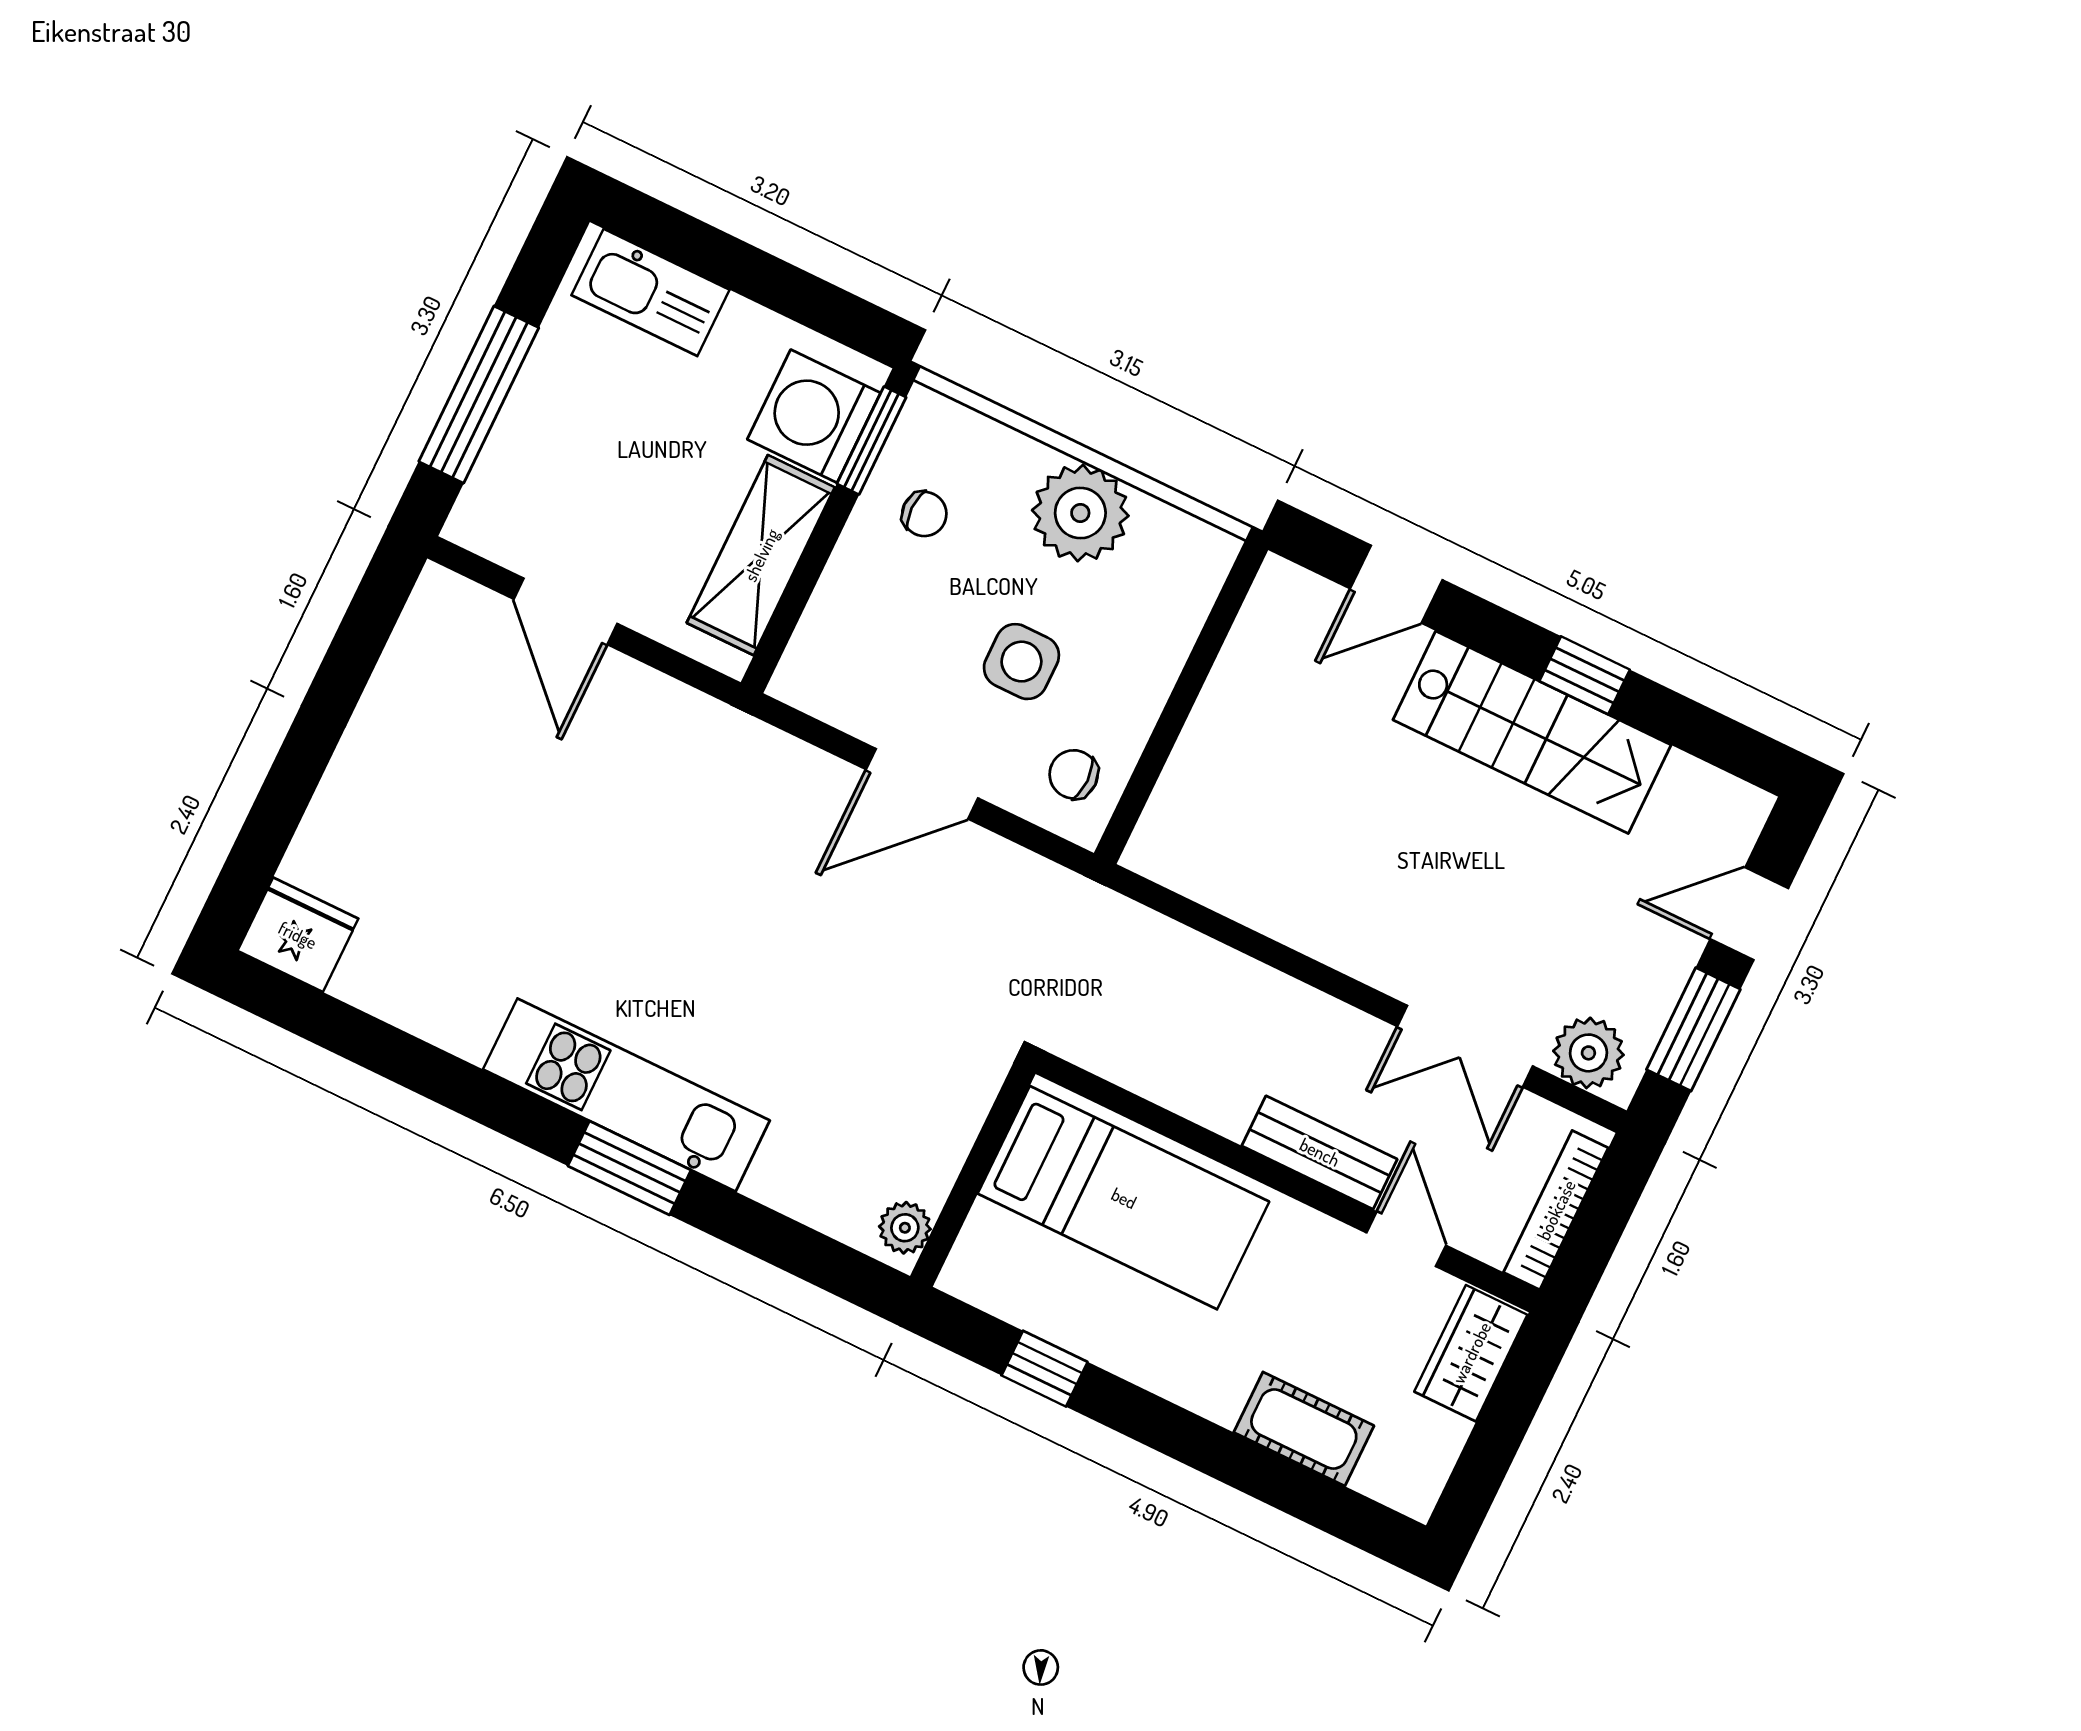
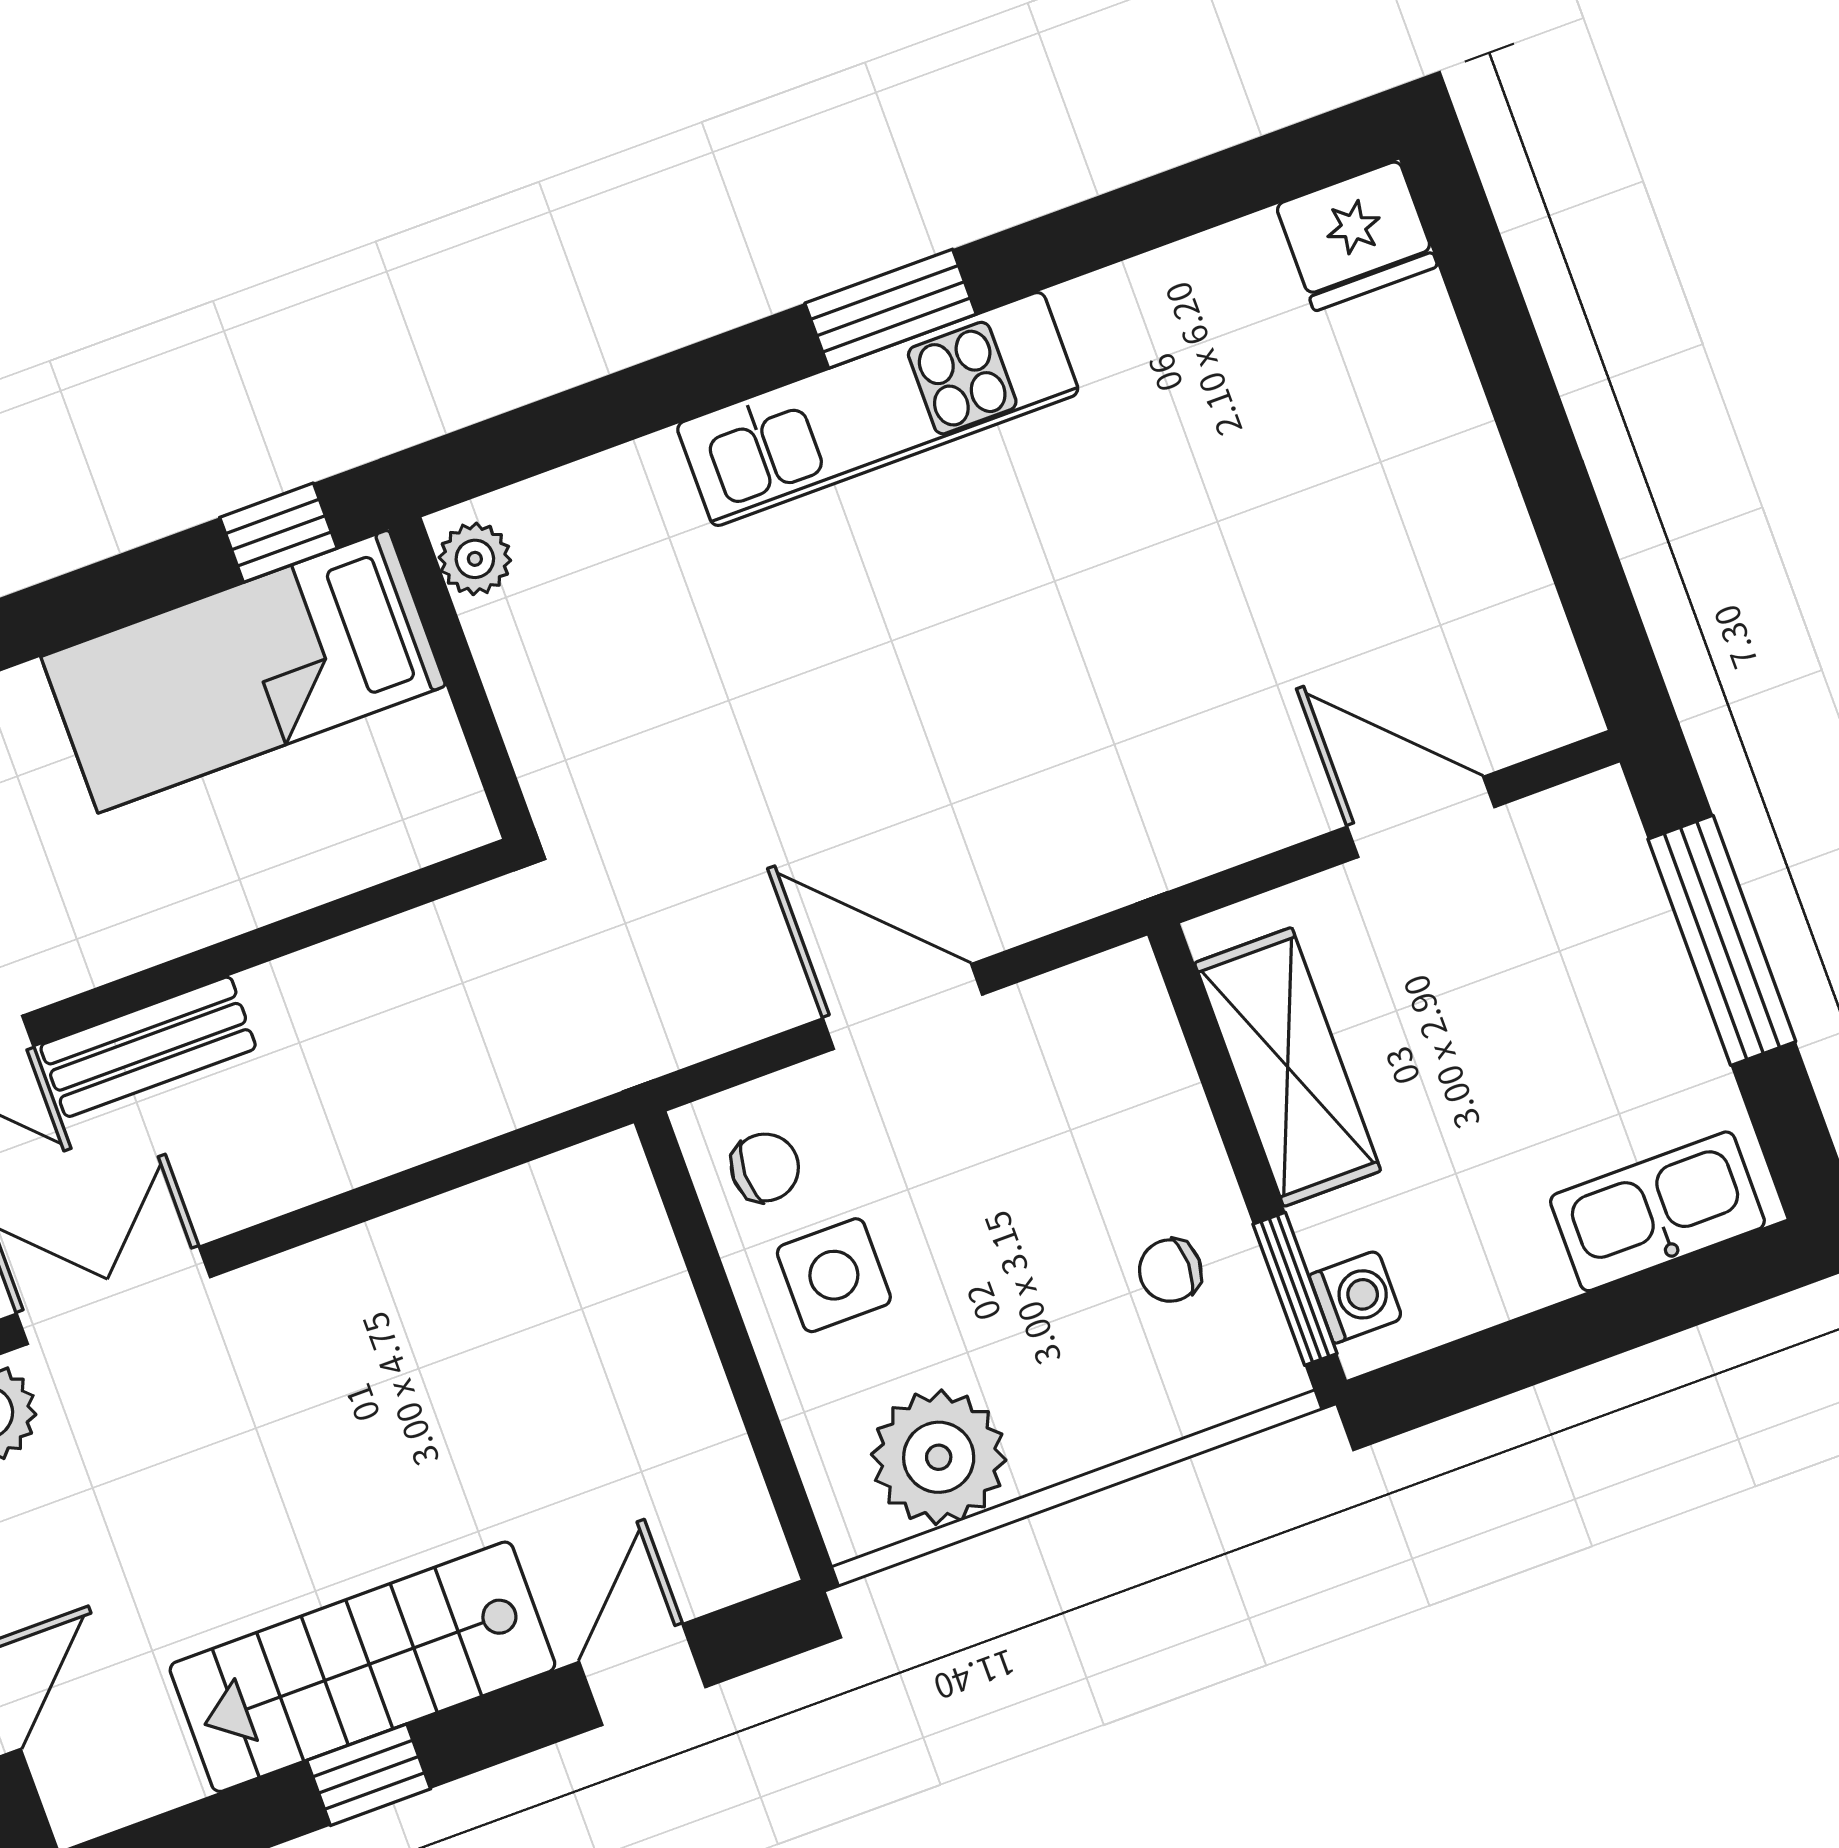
washing machine: (814, 416) -> (1356, 1297), width x0.53, depth x0.53
plant: (1080, 513) -> (939, 1457), moved
side table: (1021, 662) -> (834, 1275), moved
door: (922, 784) -> (903, 1007), hinge flipped
window: (629, 1168) -> (891, 309), moved
bed: (1124, 1198) -> (243, 671), moved
window: (1044, 1369) -> (278, 533), moved

